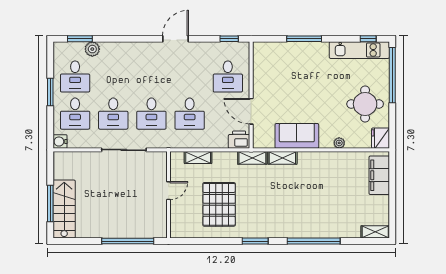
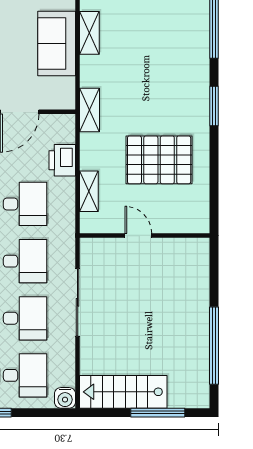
printer: (239, 140) -> (62, 160), moved
shelving: (282, 158) -> (89, 33), moved
stairs: (64, 209) -> (123, 392), moved
window: (128, 241) -> (214, 346), moved

